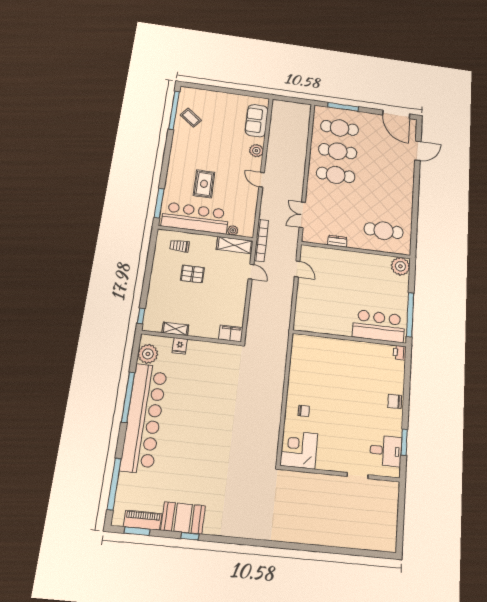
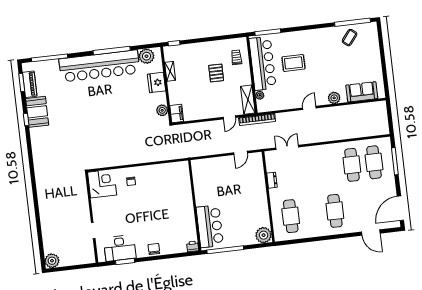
cafe table: (336, 175) -> (335, 211), moved
fridge: (180, 346) -> (157, 83), width x1.88, depth x1.34
plant: (222, 350) -> (162, 110), added
desk: (386, 451) -> (120, 248), width x1.37
plant: (387, 542) -> (52, 261), added

